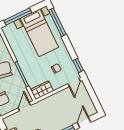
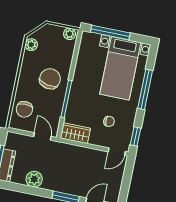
window: (57, 22) -> (145, 89), moved
door: (24, 107) -> (42, 136), hinge flipped

